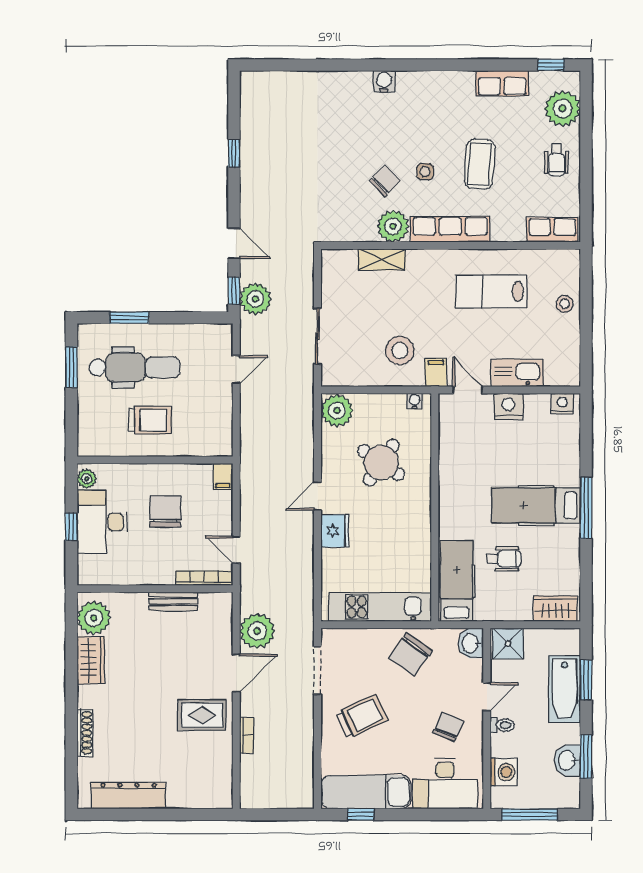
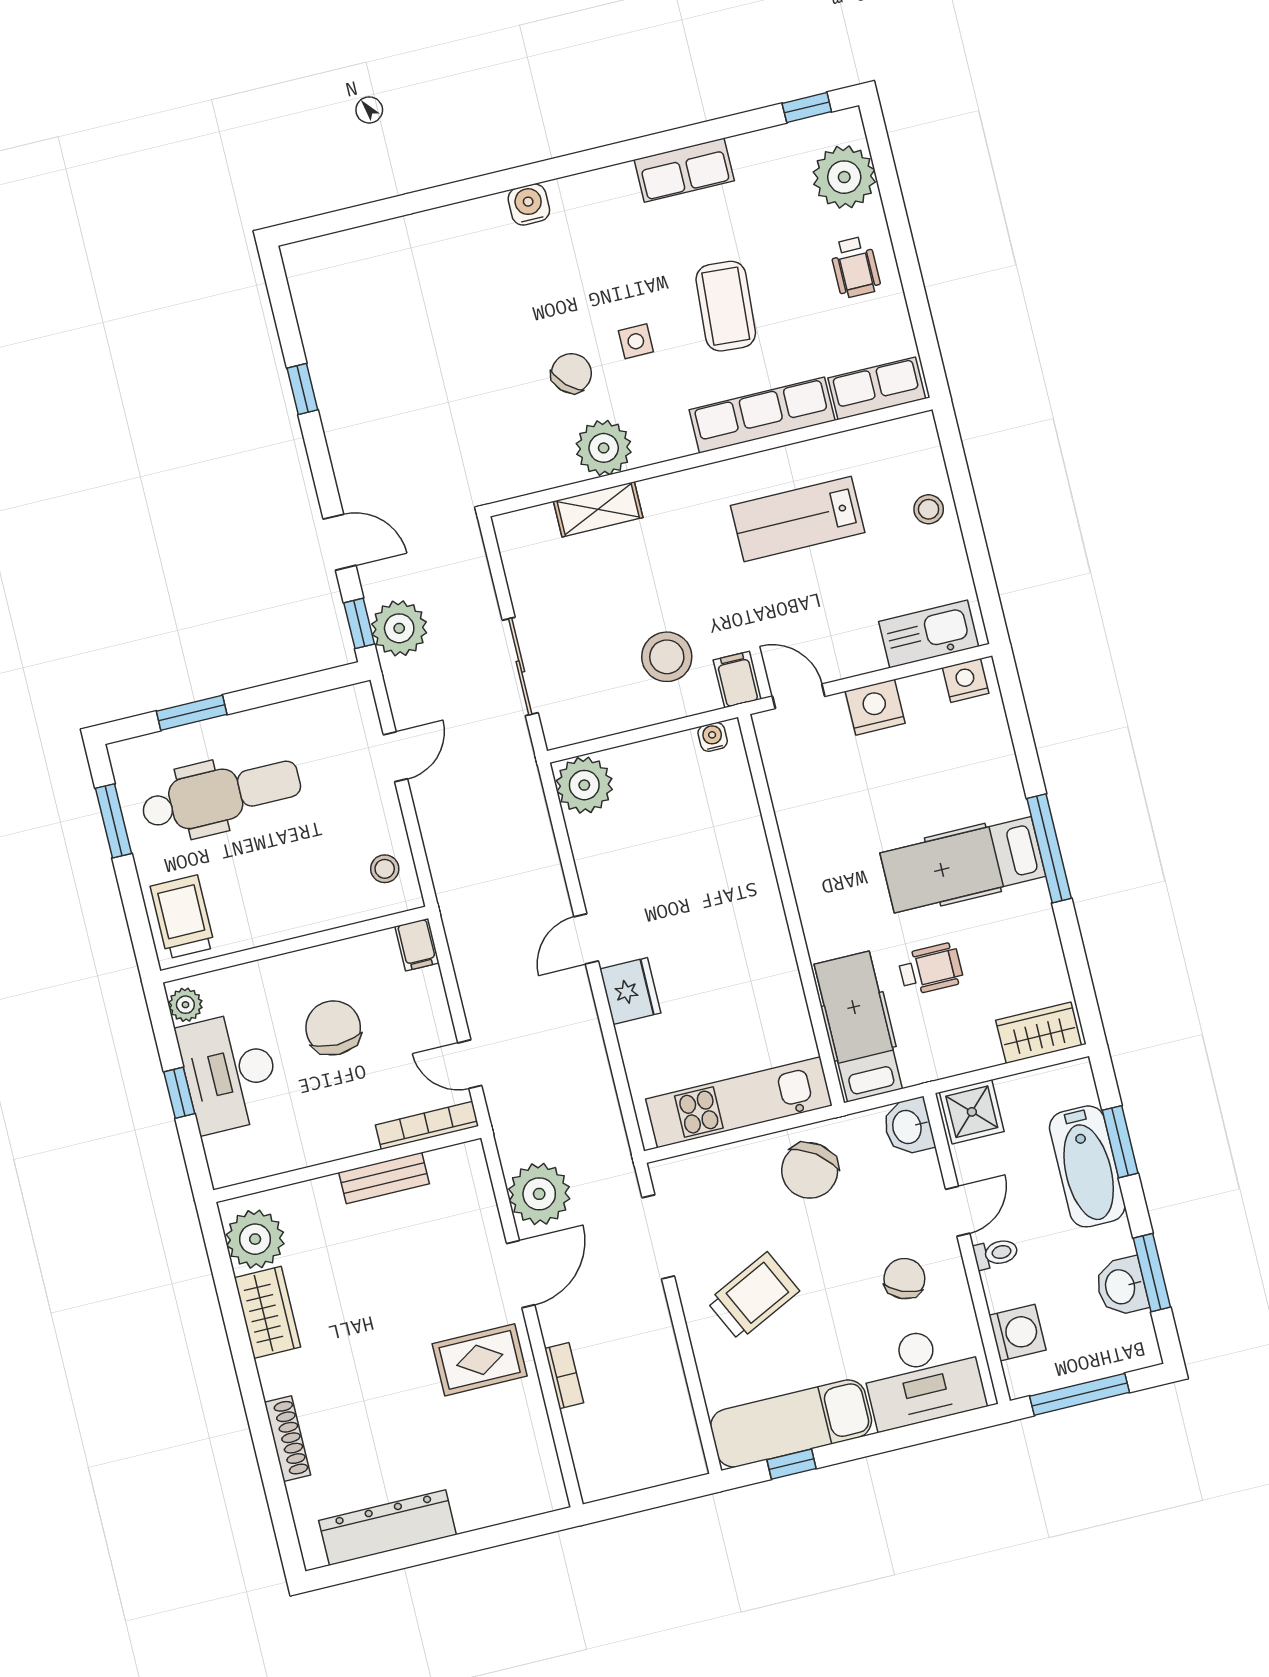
row of seats: (502, 83) -> (684, 170), moved
row of seats: (450, 229) -> (762, 415), moved
kitchen sink: (517, 373) -> (929, 634), moved
trolley: (150, 420) -> (183, 917), moved, turned -90
stool: (215, 430) -> (385, 869), added
round table: (381, 463) -> (681, 856), removed

